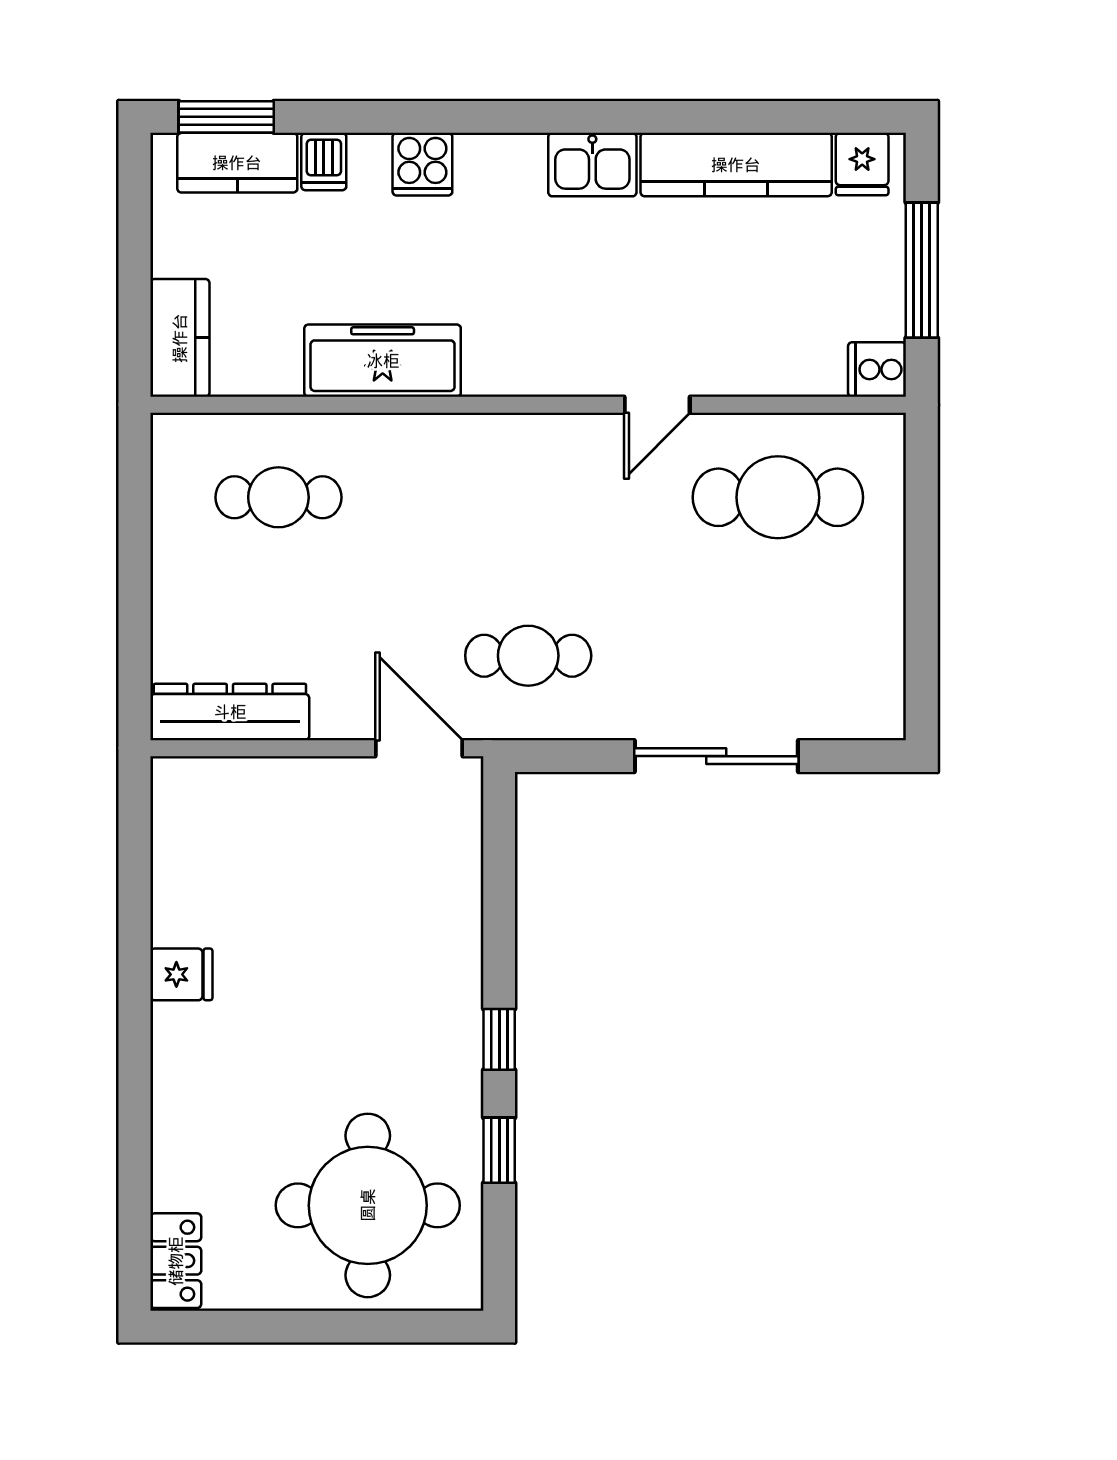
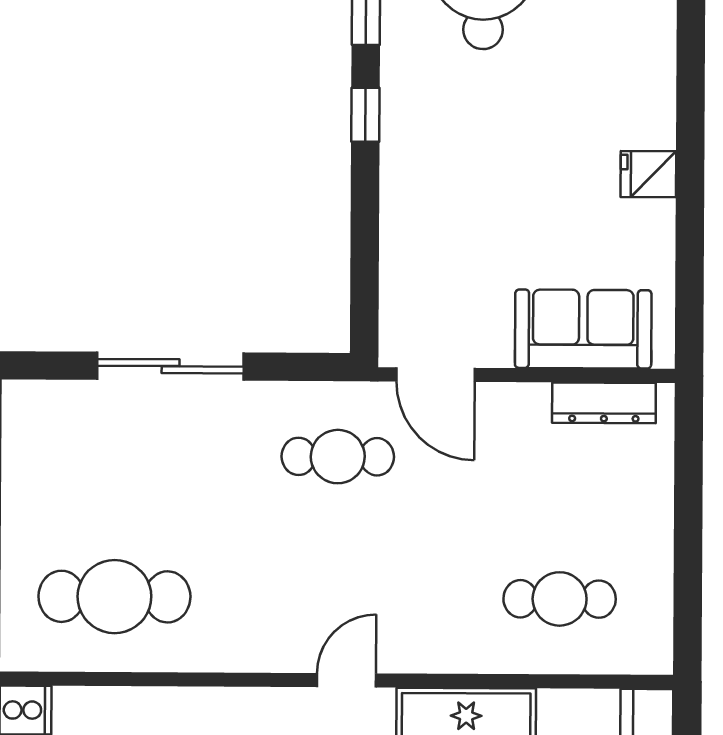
door: (657, 405) -> (347, 680), moved
dresser: (230, 712) -> (604, 403), width x0.73, depth x0.80
sofa: (254, 800) -> (583, 329), added

